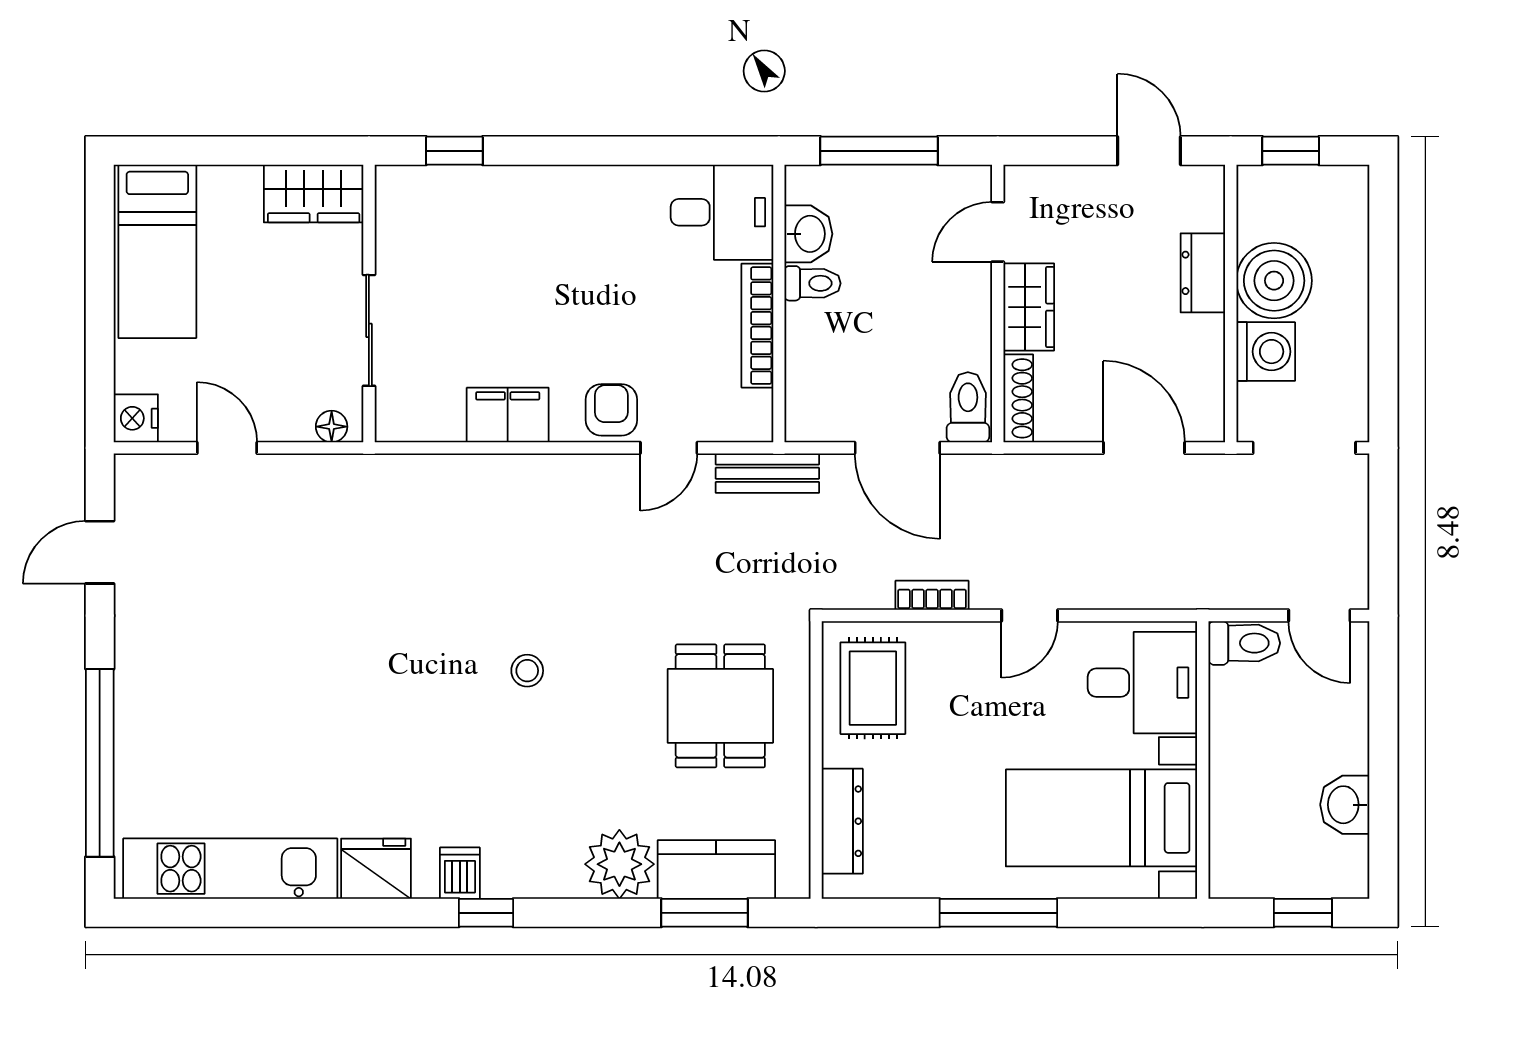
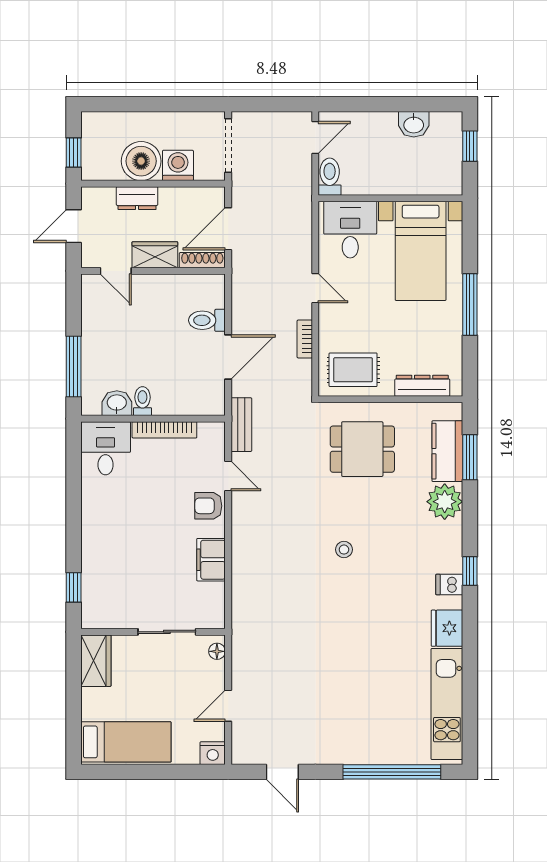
door: (998, 232) -> (116, 271), moved
wall: (998, 304) -> (153, 271), moved
wardrobe: (1029, 307) -> (155, 255), moved
shoe rack: (1018, 398) -> (202, 260), moved

